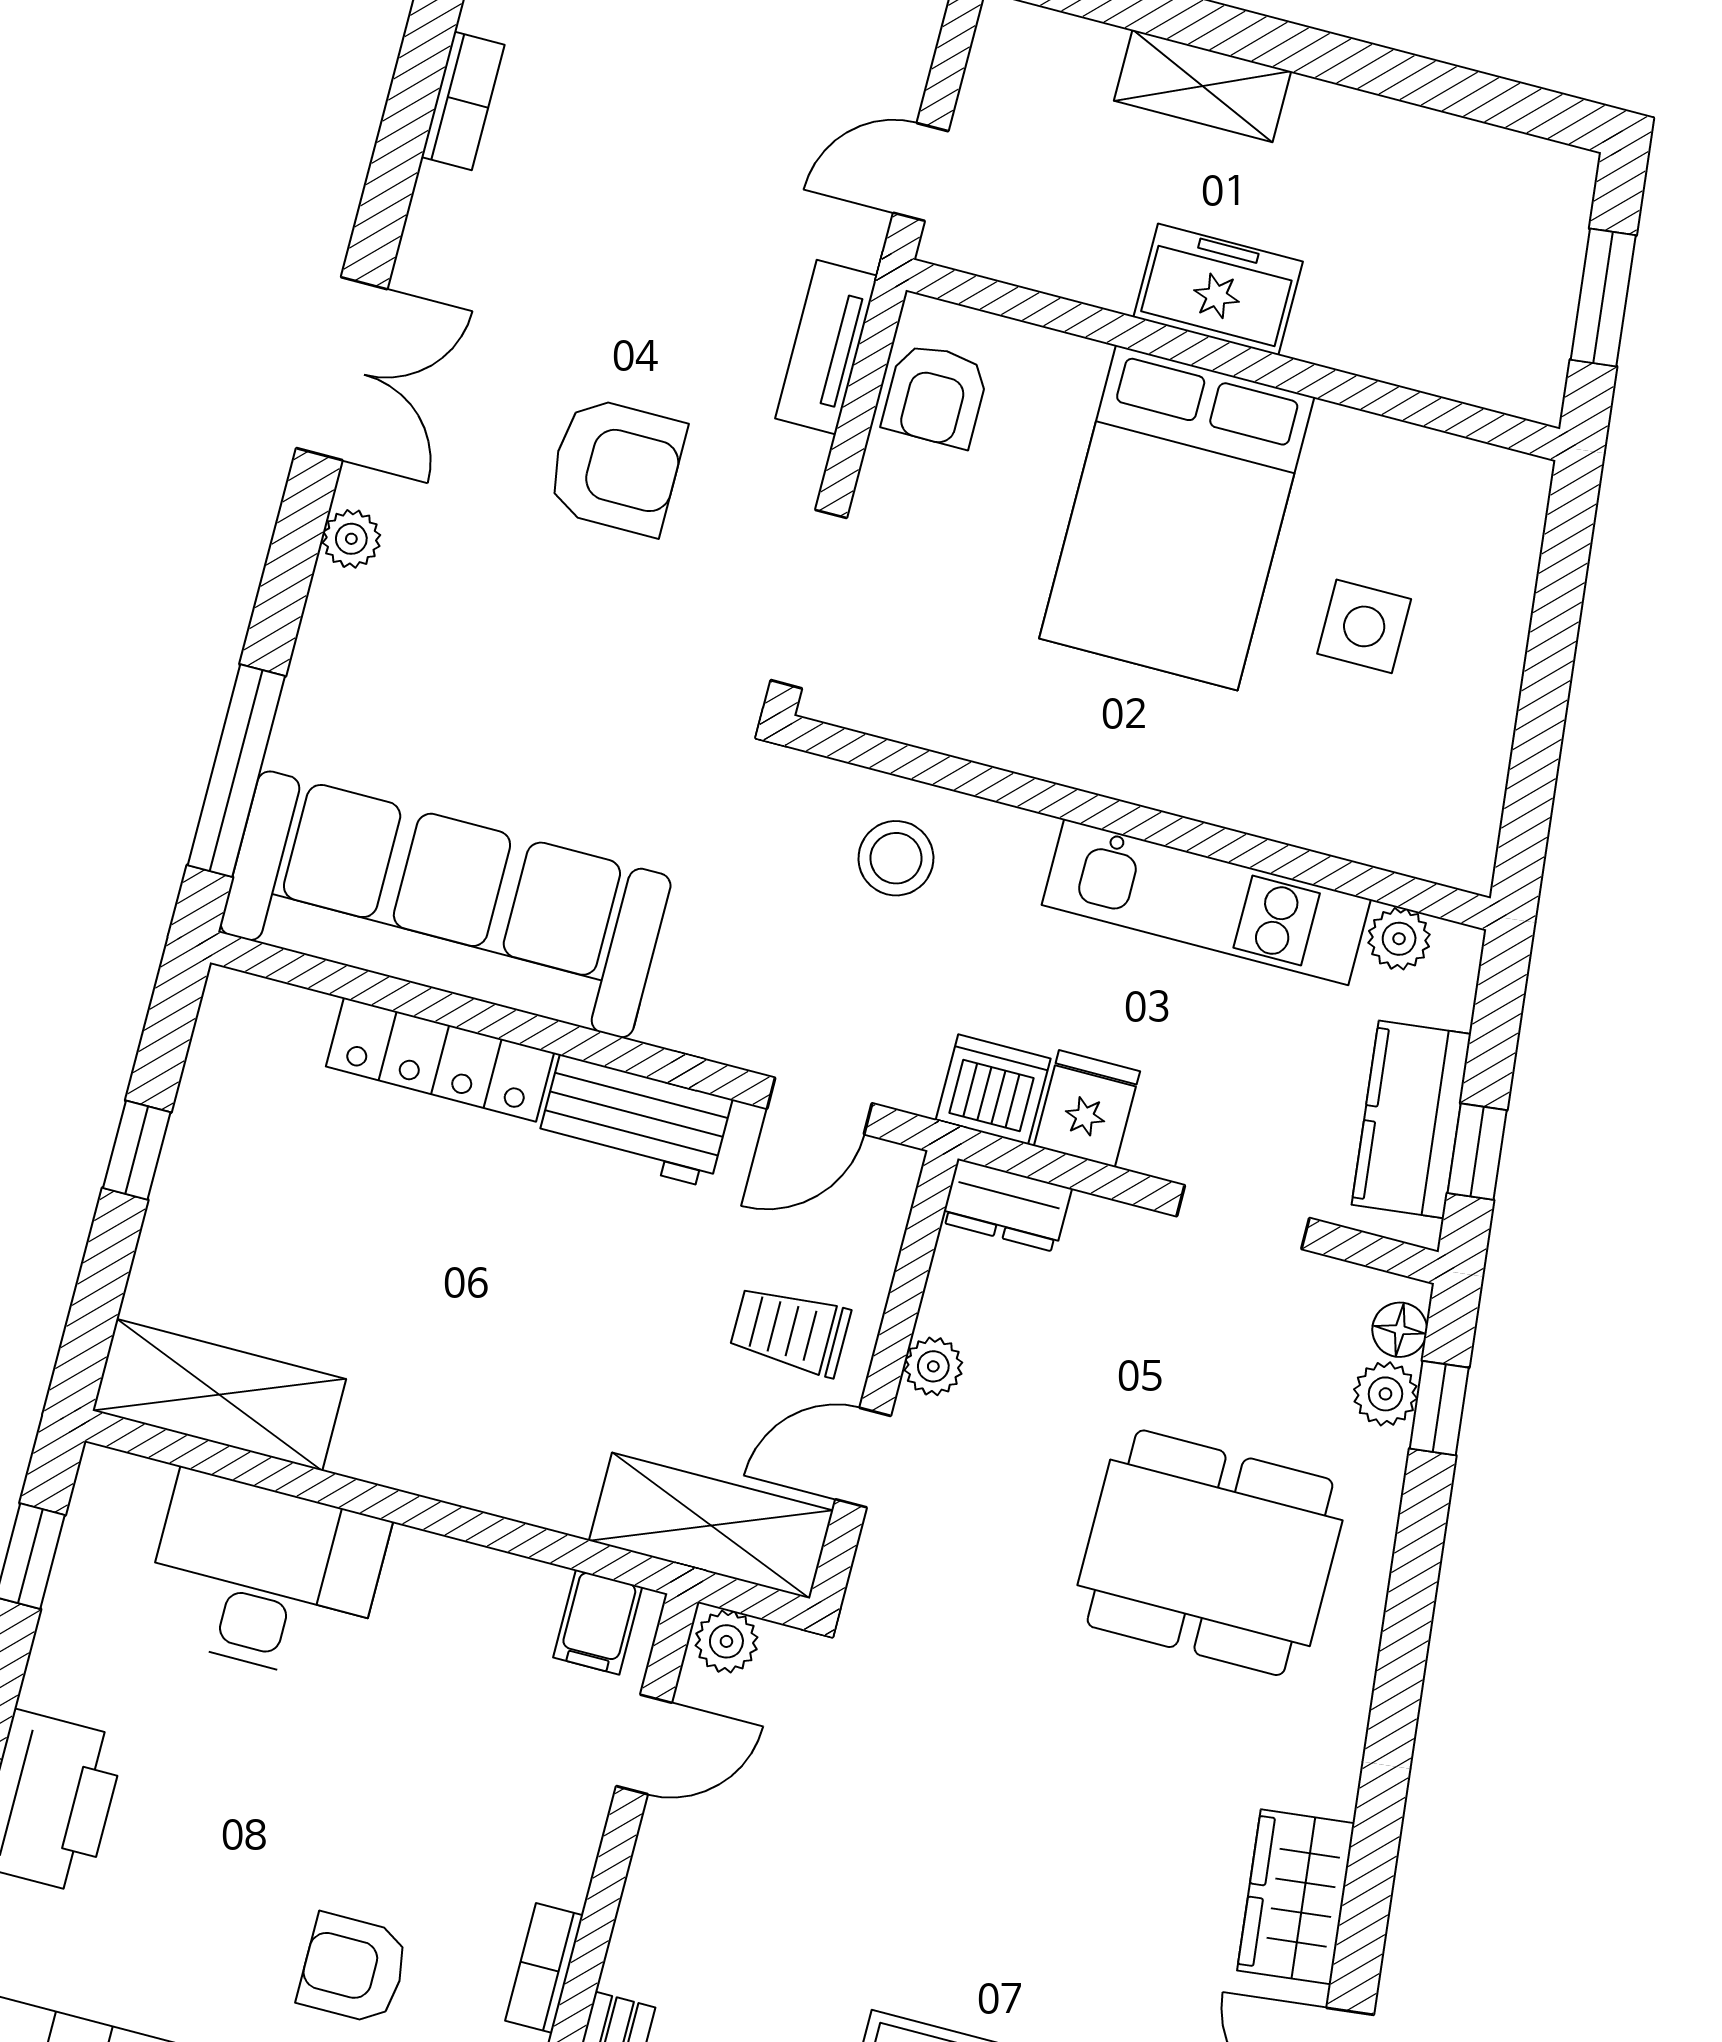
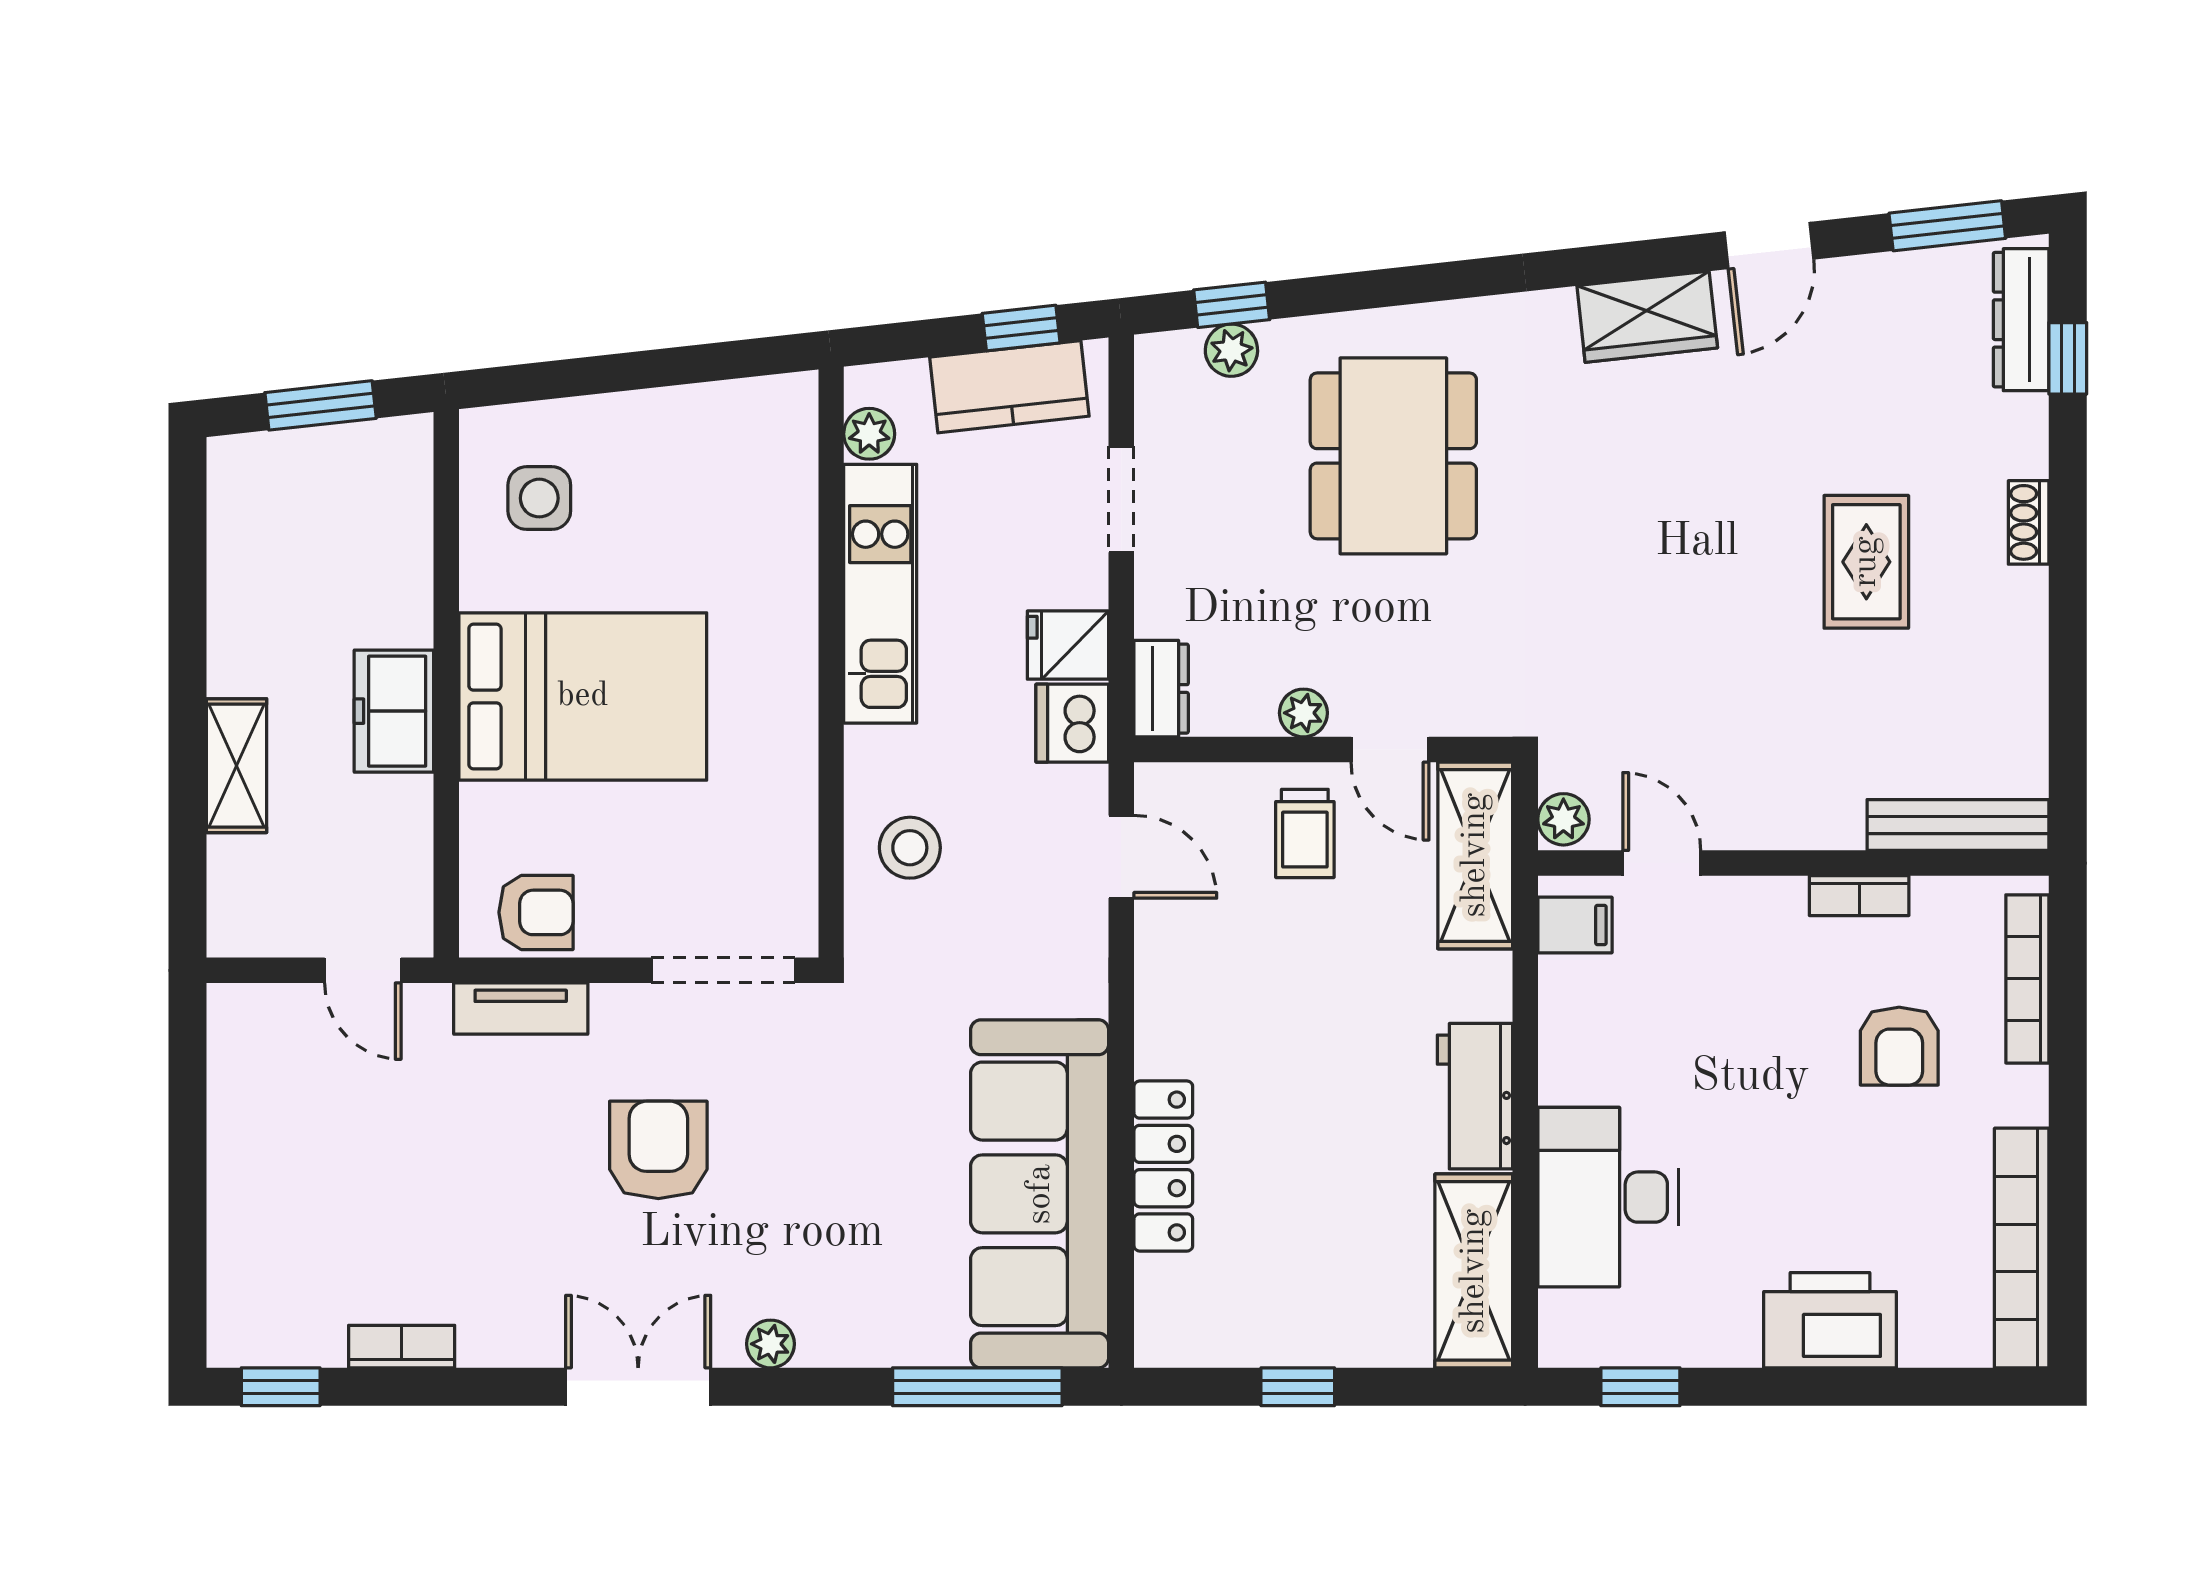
side table: (1364, 626) -> (539, 498), moved
workbench: (635, 1121) -> (1475, 1096), moved, turned 180
floor lamp: (1400, 1330) -> (1178, 352), removed

